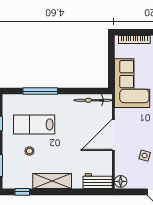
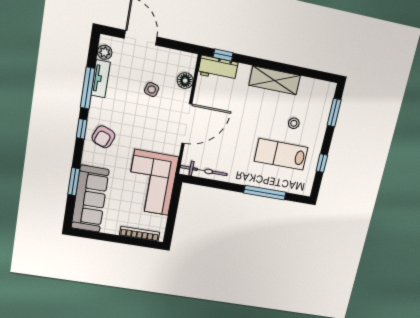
lab bench: (34, 124) -> (281, 154), turned 180
floor lamp: (121, 181) -> (185, 81), moved
window: (22, 192) -> (223, 55), moved

